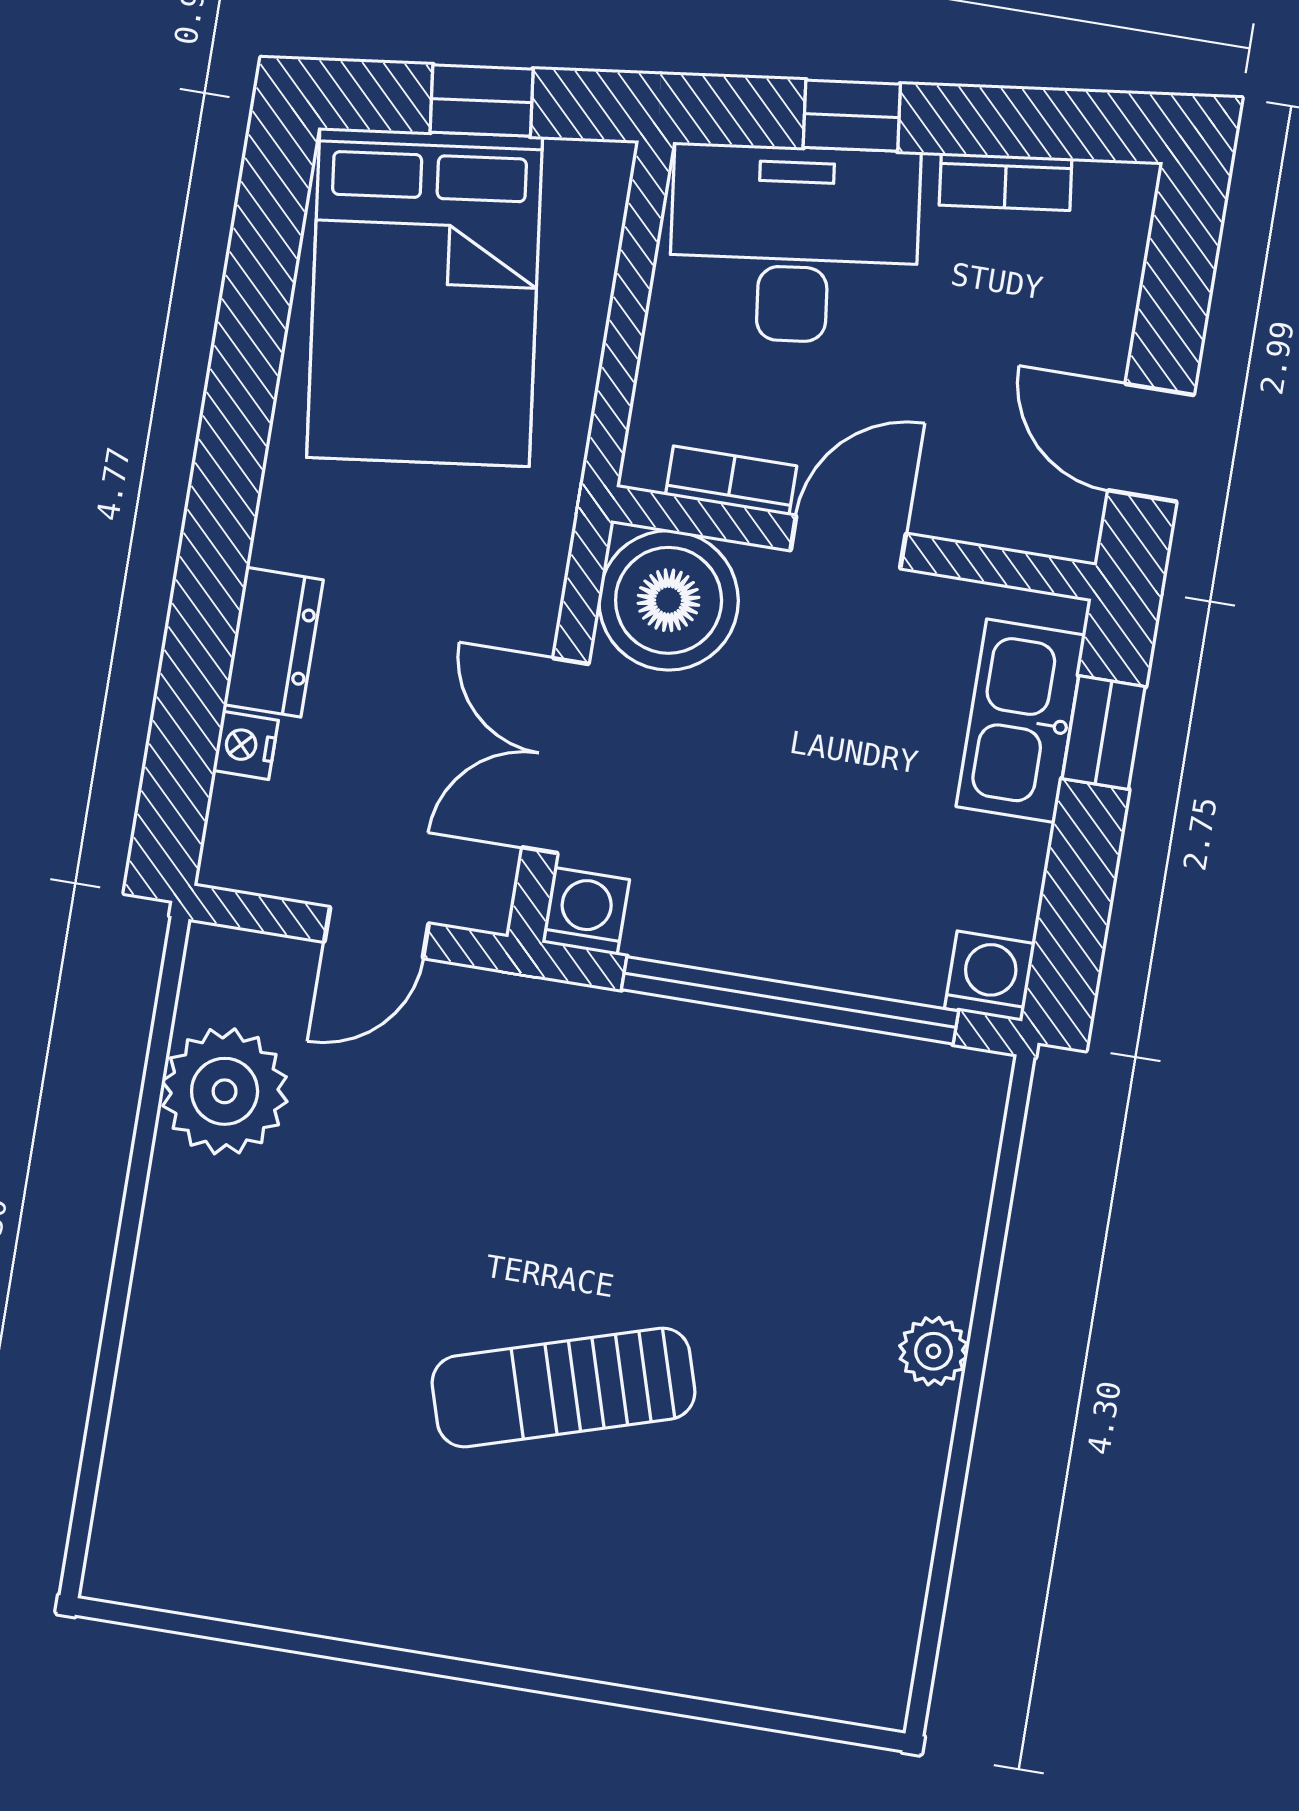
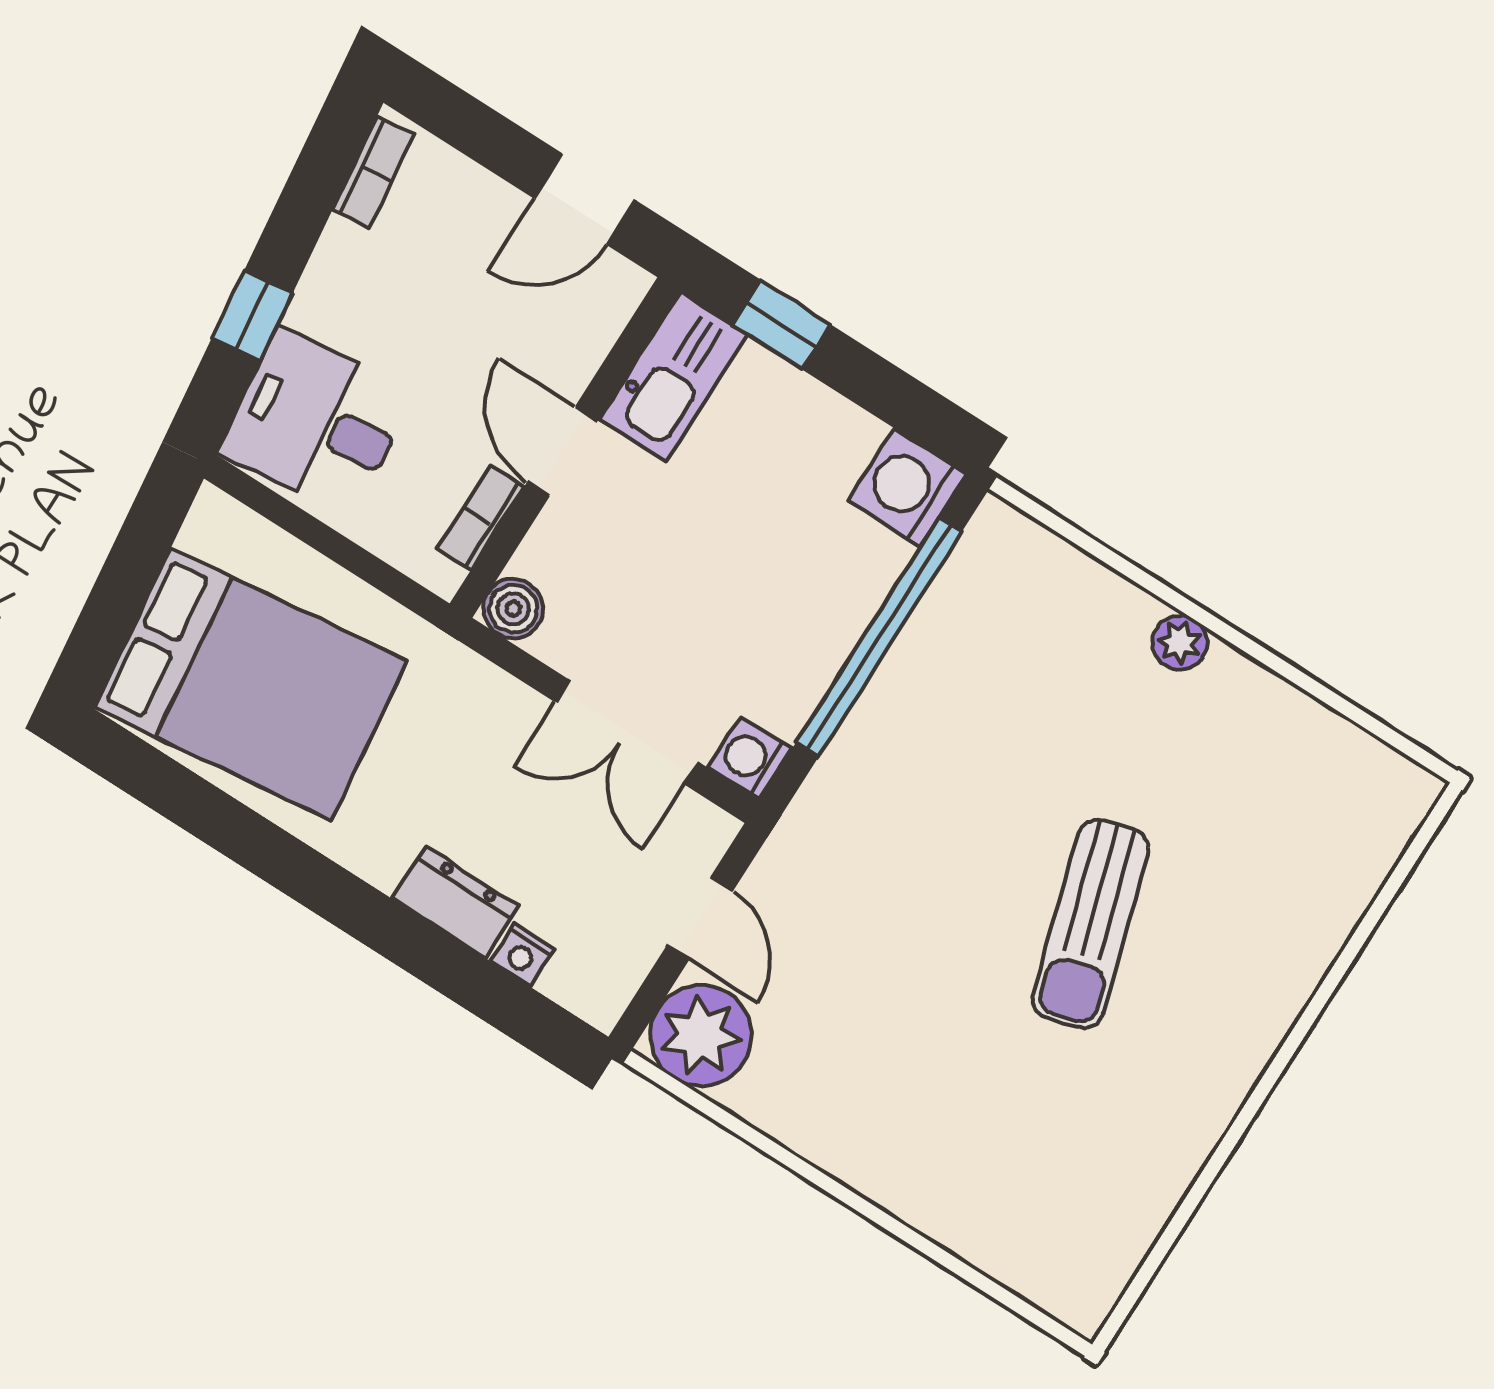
window: (482, 101) -> (125, 581), removed
bookcase: (1006, 182) -> (373, 172), moved
desk: (794, 244) -> (316, 422), width x0.73
boiler: (669, 600) -> (513, 609), width x0.54, depth x0.54
kitchen sink: (1021, 721) -> (673, 377), moved, turned -90
washing machine: (990, 976) -> (907, 488), width x1.38, depth x1.38
plant: (225, 1091) -> (701, 1036), moved

